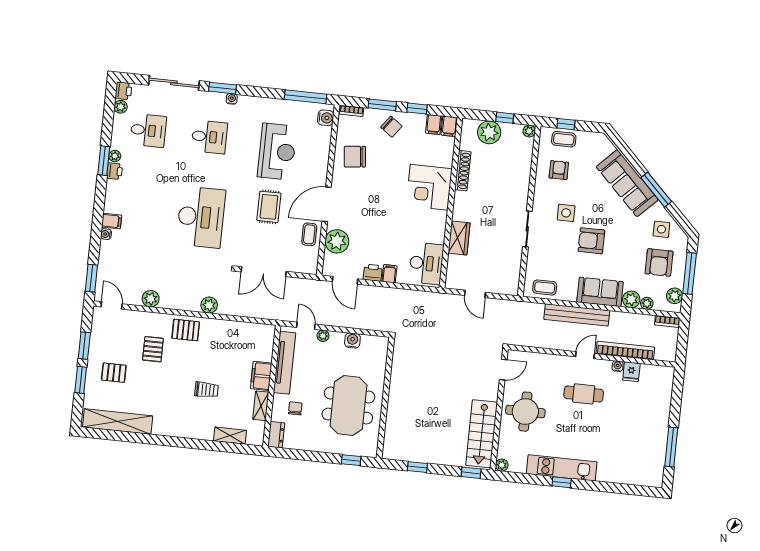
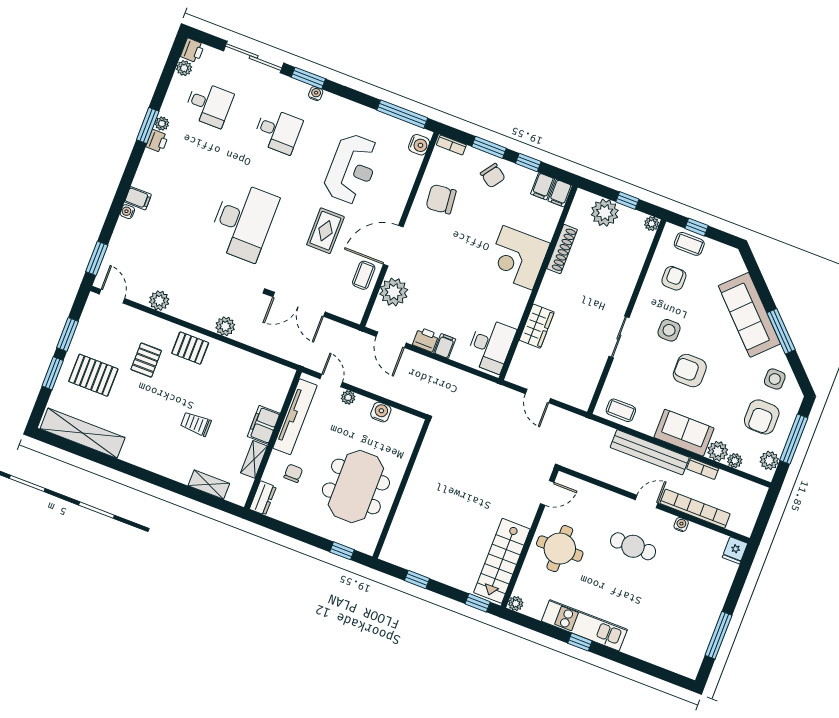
bookcase: (667, 321) -> (703, 469), moved
fridge: (631, 372) -> (735, 550), moved
pallet: (114, 373) -> (93, 375), width x1.50, depth x1.42
trolley: (207, 390) -> (196, 424), turned 180

